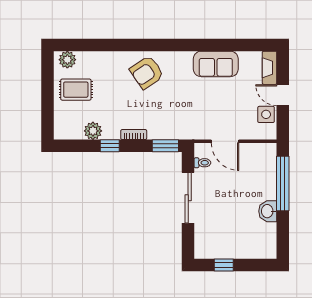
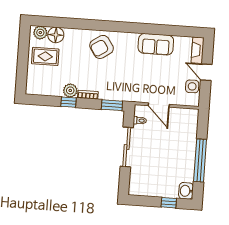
floor lamp: (87, 61) -> (56, 35), added
plant: (93, 131) -> (70, 90), moved
window: (283, 184) -> (200, 160), moved
washbasin: (268, 211) -> (186, 191), moved
window: (224, 265) -> (169, 203), moved

